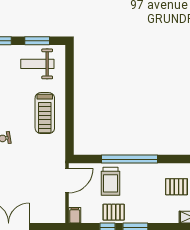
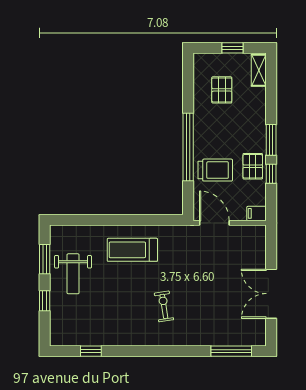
weight bench: (37, 64) -> (73, 274), moved
treadmill: (45, 113) -> (132, 250), turned 180

